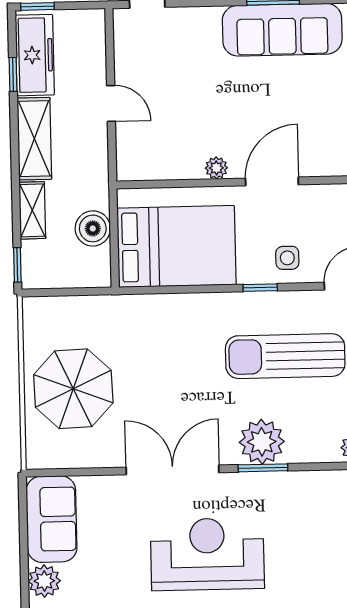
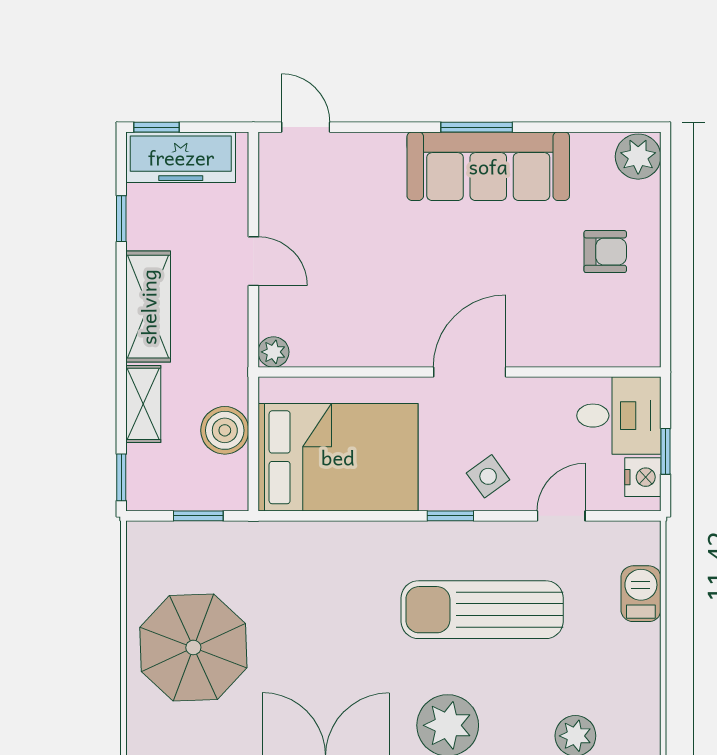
freezer: (35, 55) -> (181, 157), moved, turned 90
plant: (216, 168) -> (273, 352), moved
side table: (287, 258) -> (488, 476), turned -36
window: (75, 292) -> (198, 516), added

